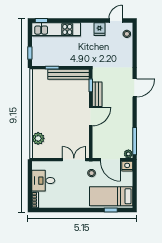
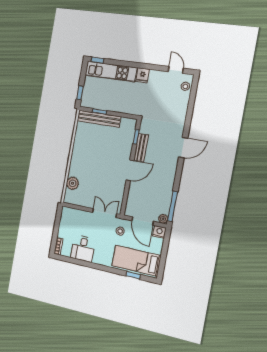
door: (116, 20) -> (176, 70), hinge flipped
fridge: (99, 29) -> (142, 75), moved
bench: (68, 74) -> (99, 119), moved
desk: (43, 181) -> (83, 248), moved, turned -90

